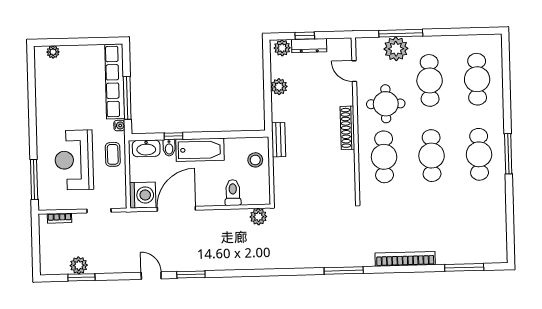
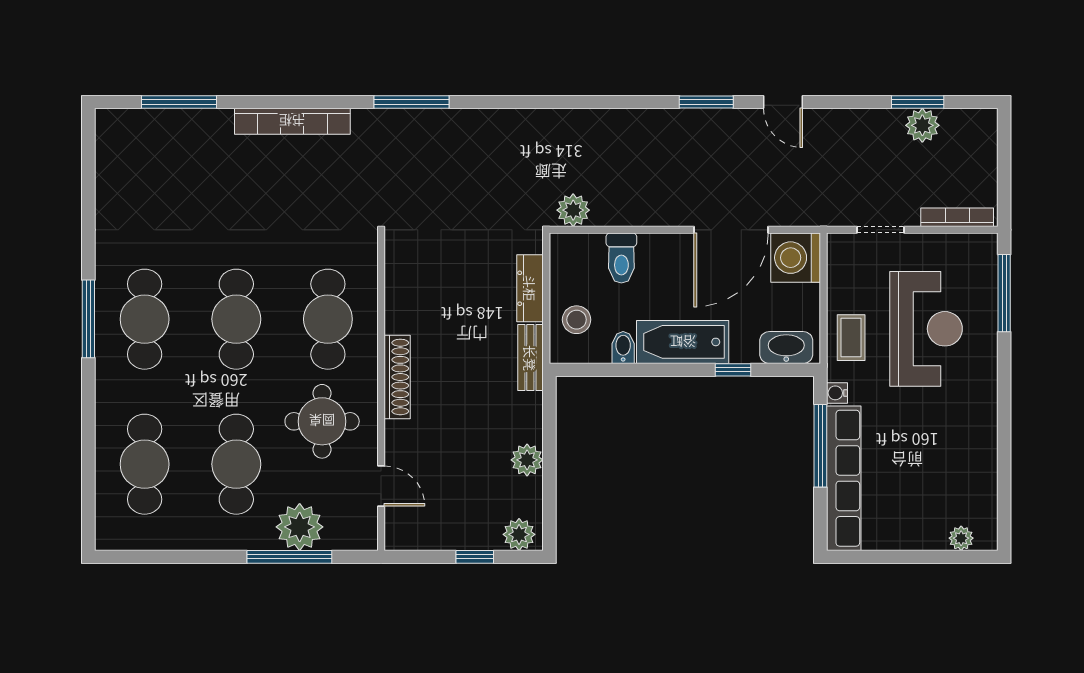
dresser: (309, 46) -> (530, 288), moved, turned -90
bidet: (169, 148) -> (623, 348), moved
bookcase: (59, 218) -> (957, 217), width x1.56

